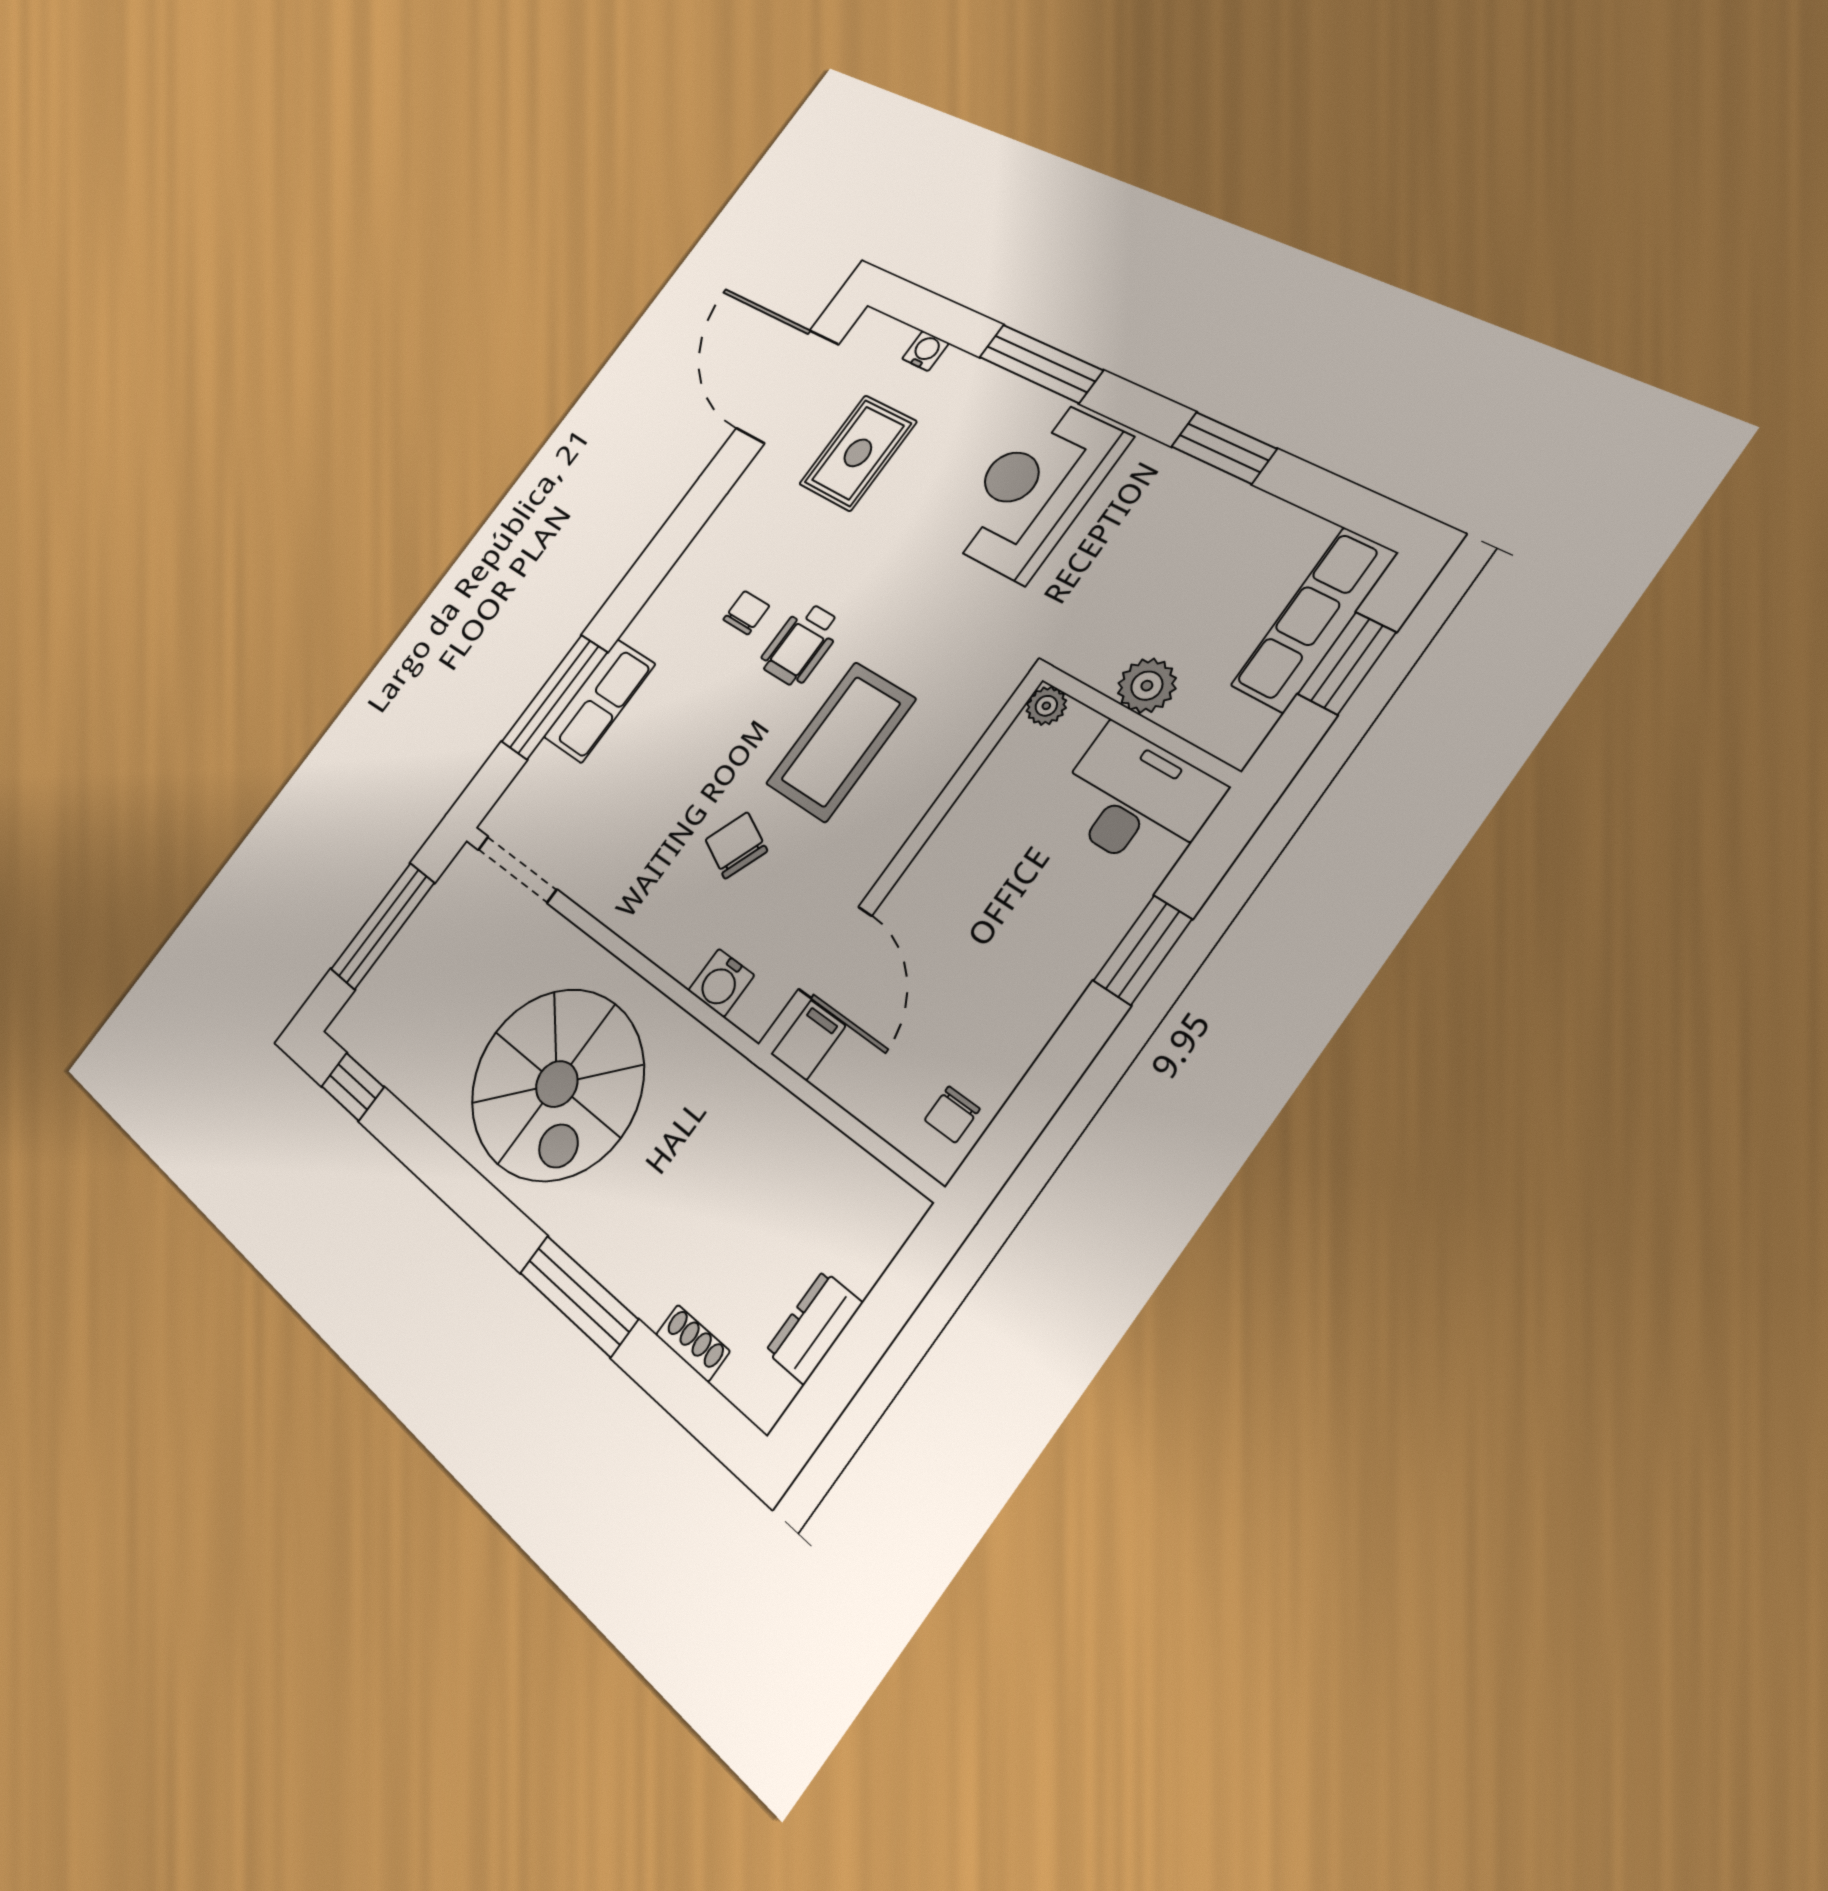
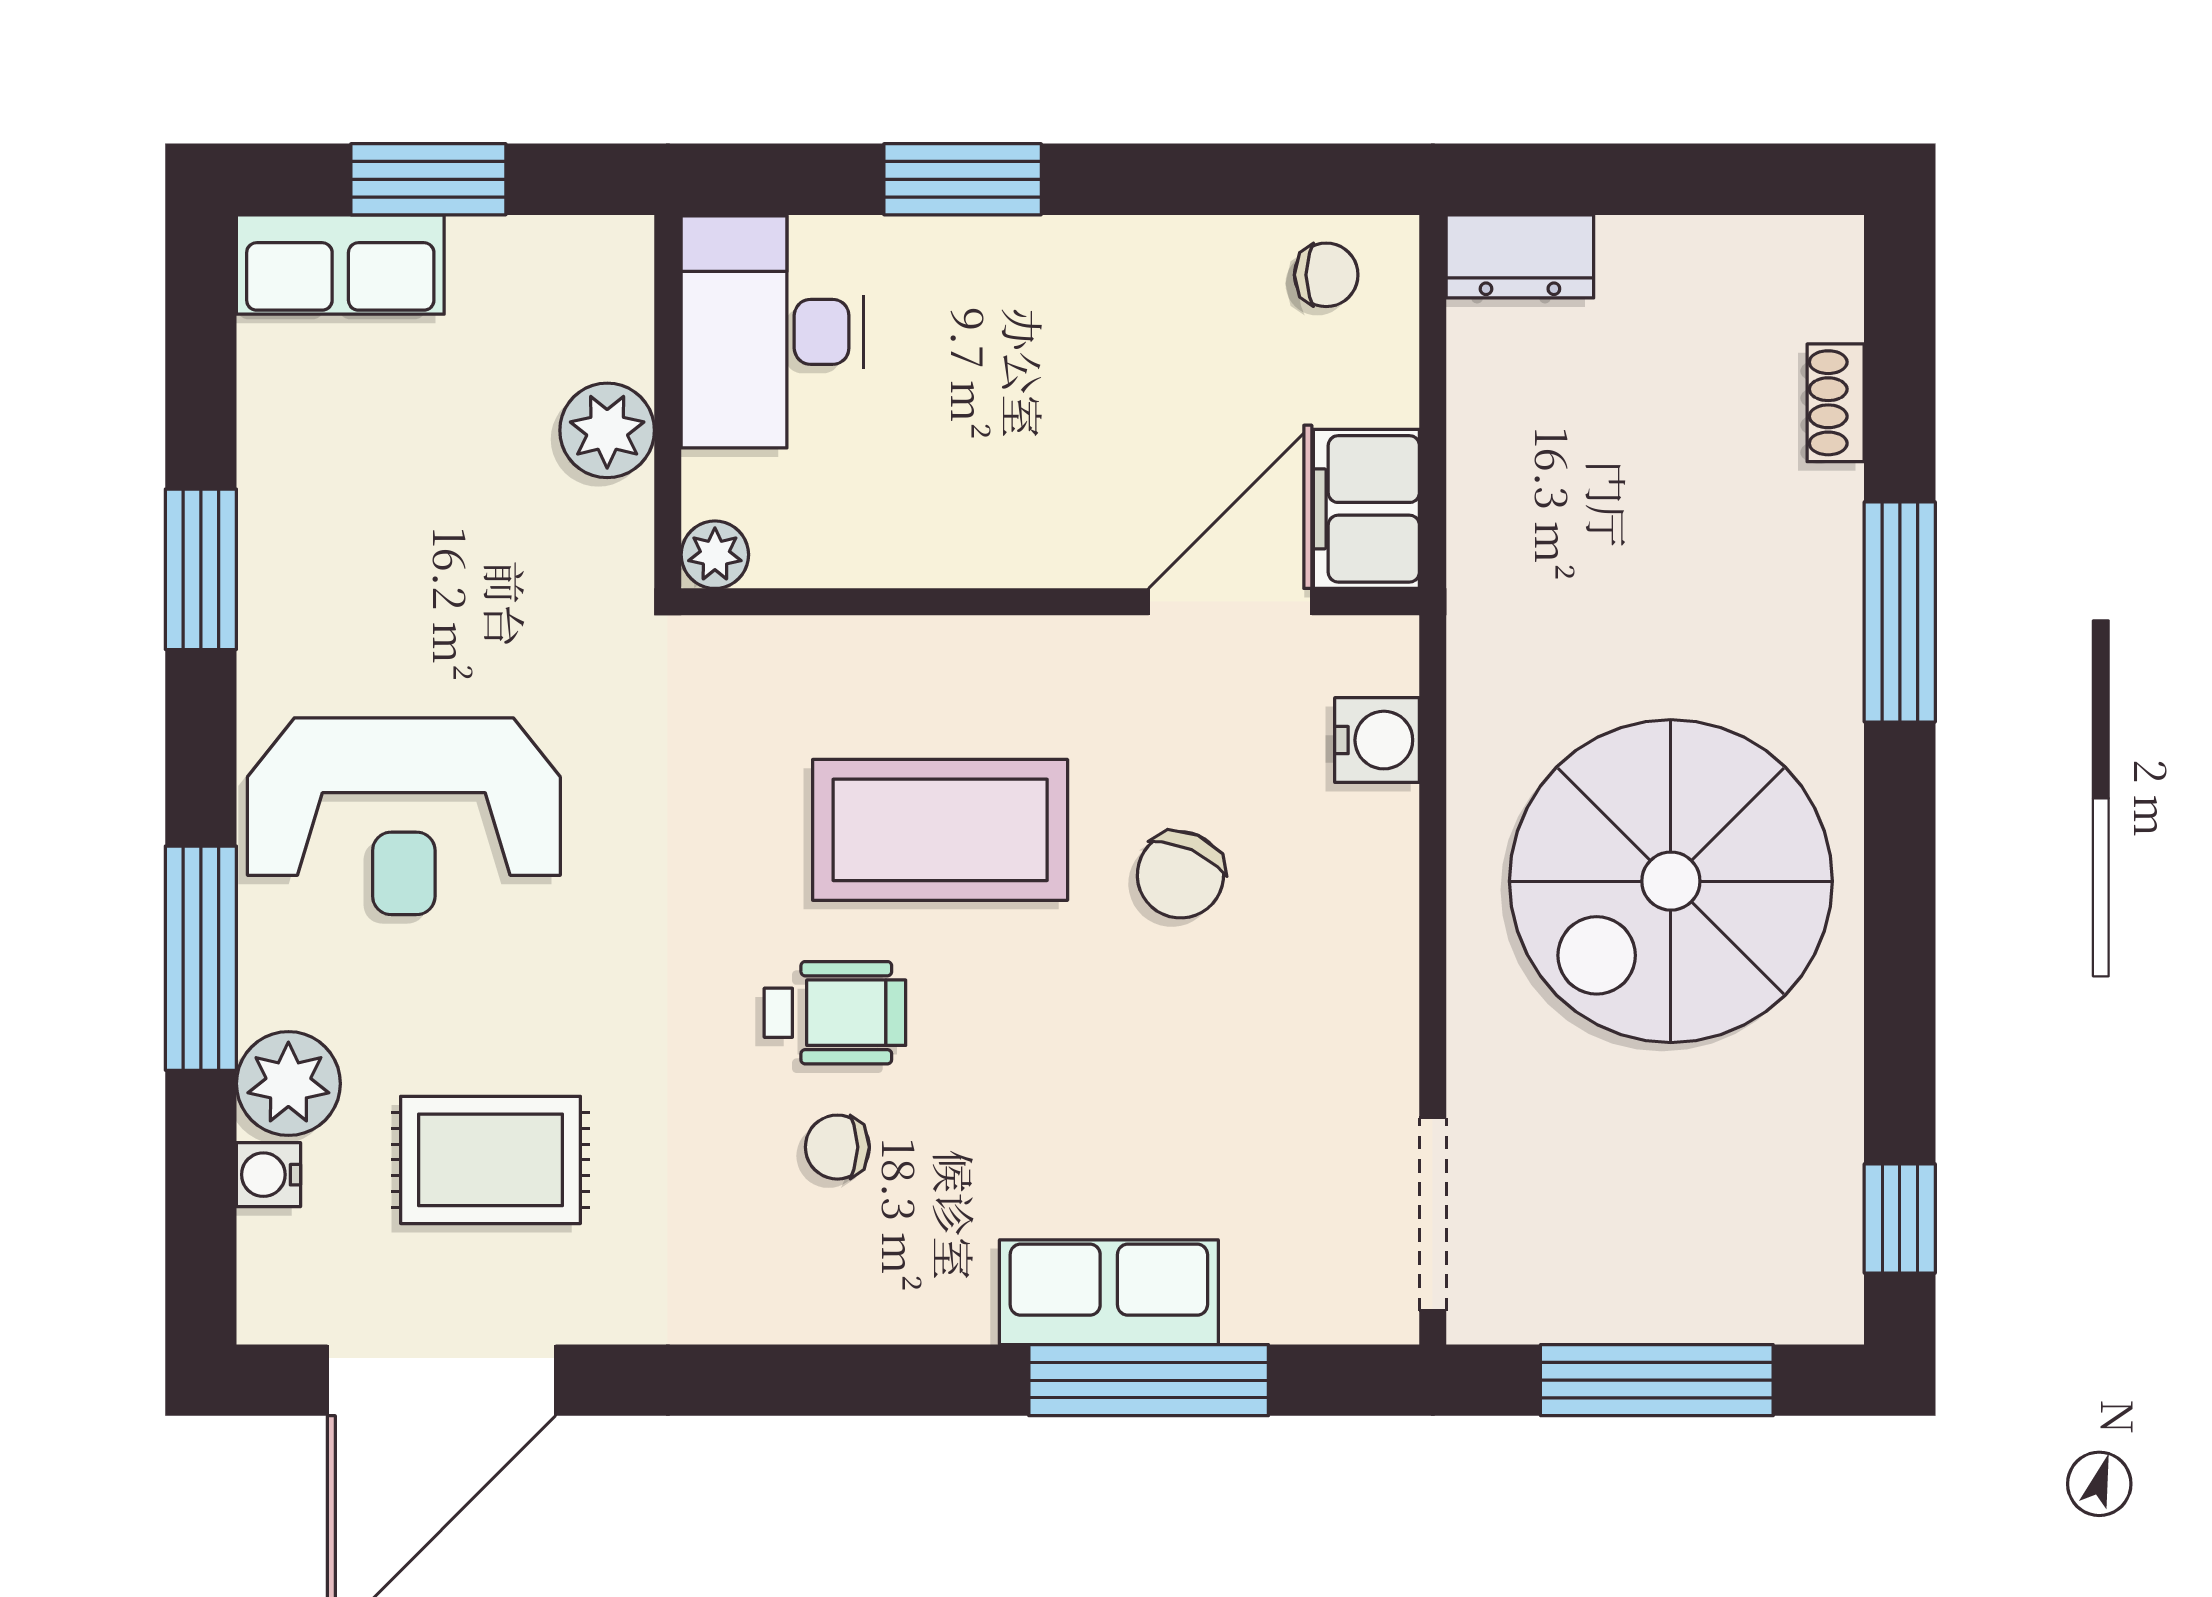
plant: (957, 378) -> (288, 1084), added
row of seats: (1314, 619) -> (340, 265), width x0.68
filing cabinet: (808, 1040) -> (1366, 509), width x2.00
spiral stairs: (557, 1084) -> (1671, 881), turned 180
dresser: (814, 1327) -> (1520, 256), moved

